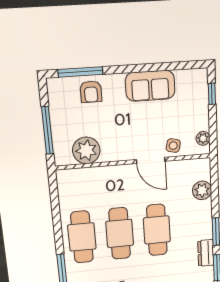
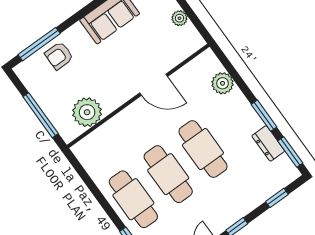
armchair: (91, 92) -> (59, 56), turned 90
plant: (203, 138) -> (179, 18), moved
side table: (173, 146) -> (166, 58), removed

